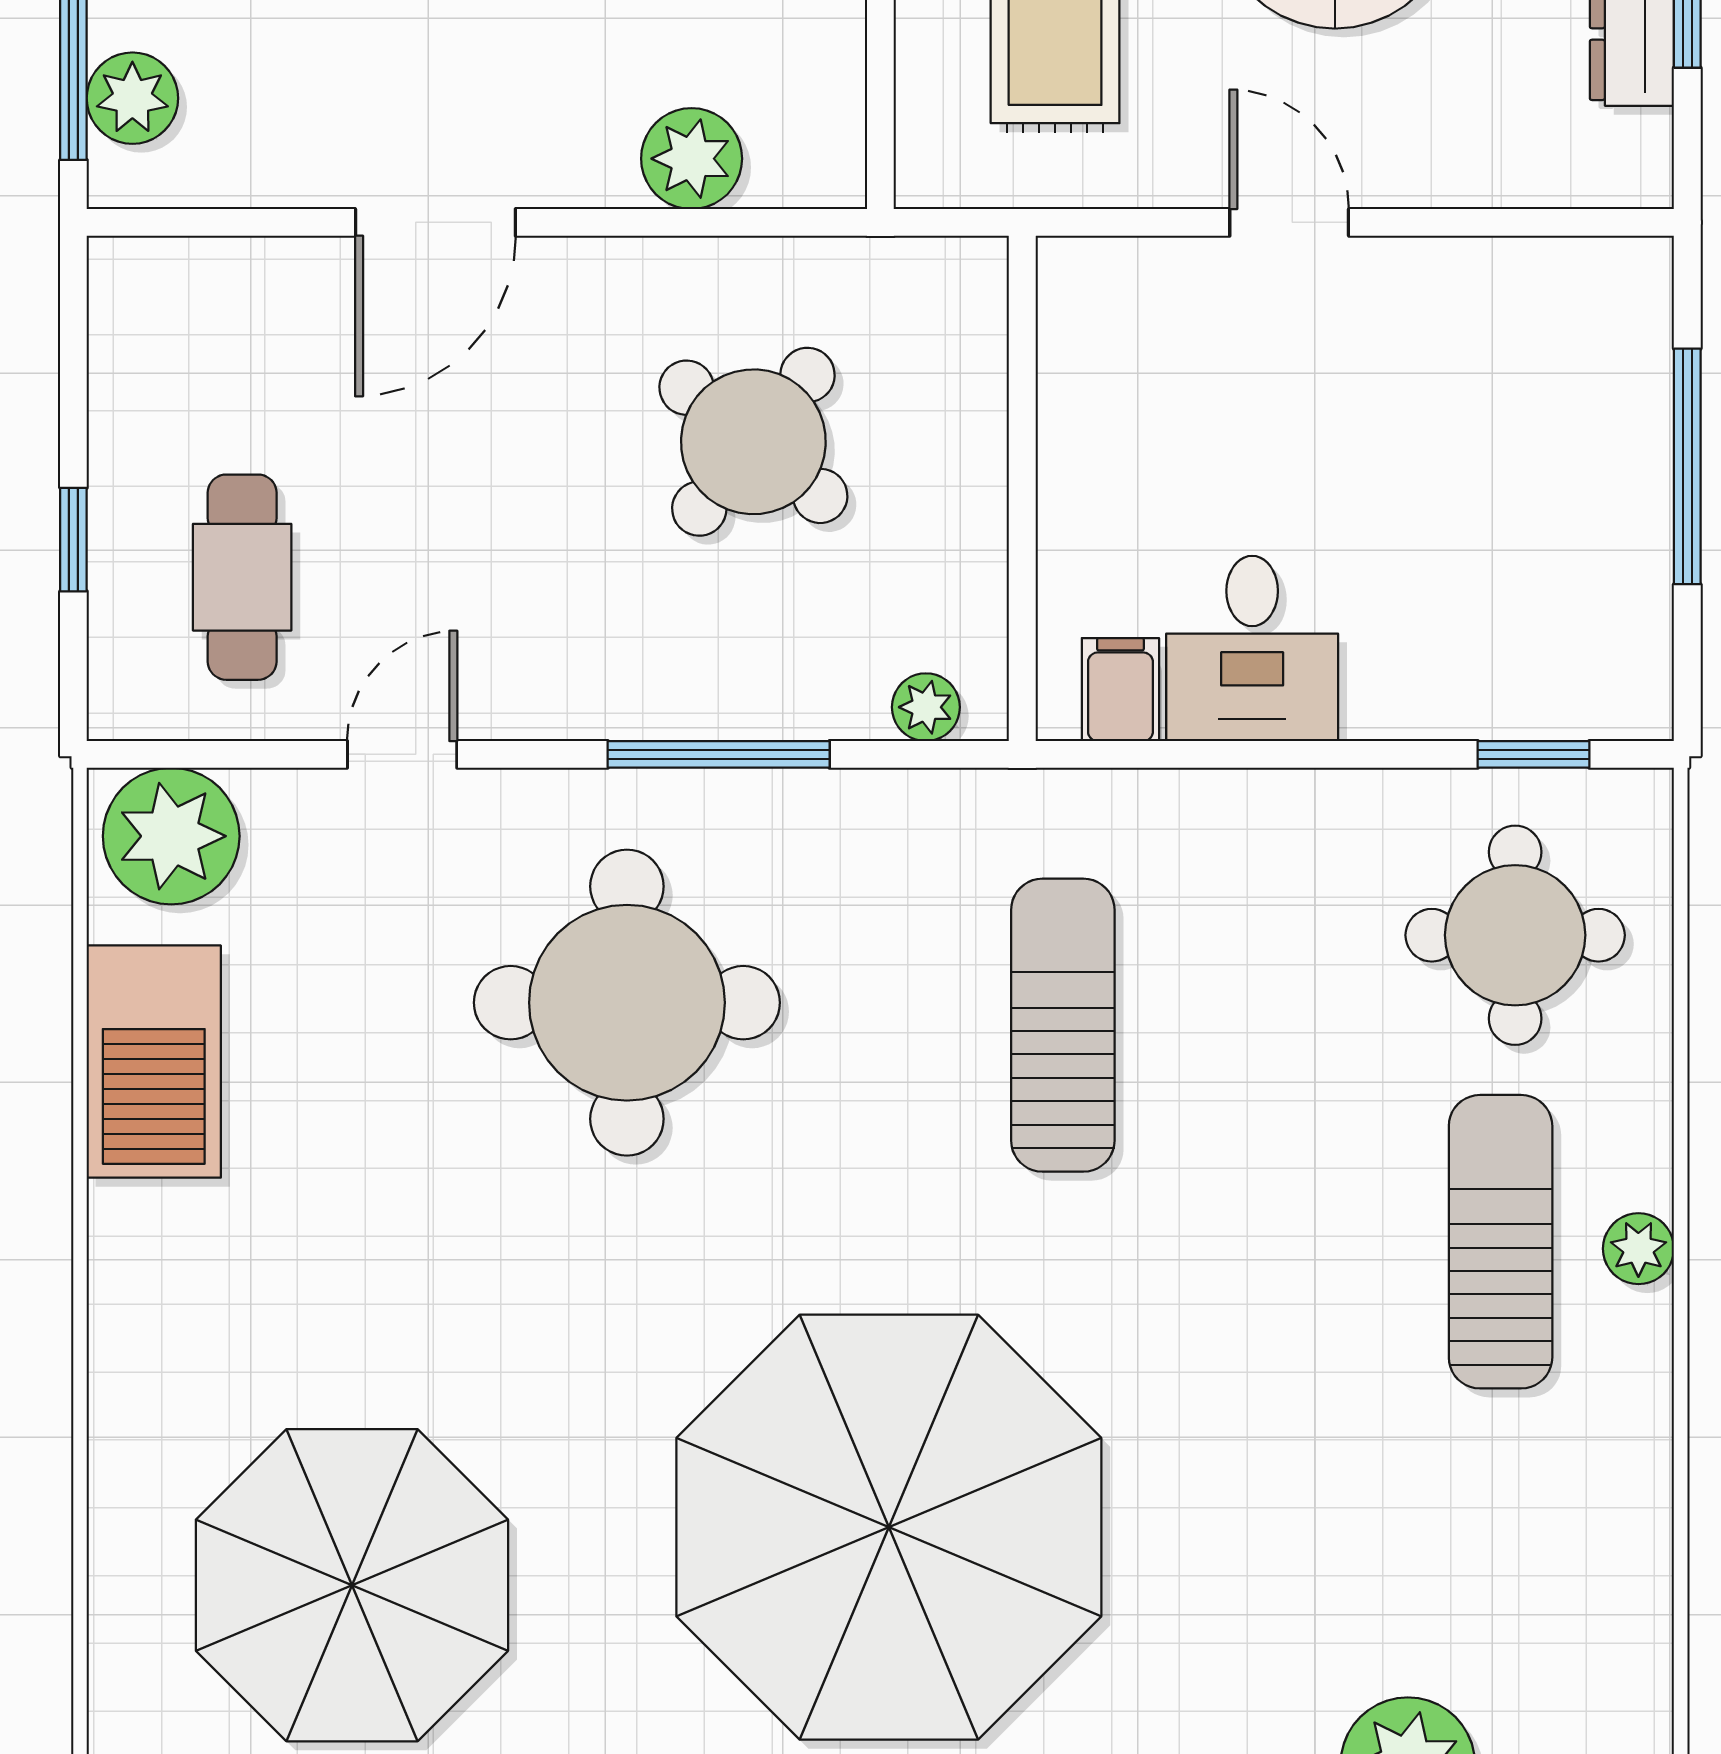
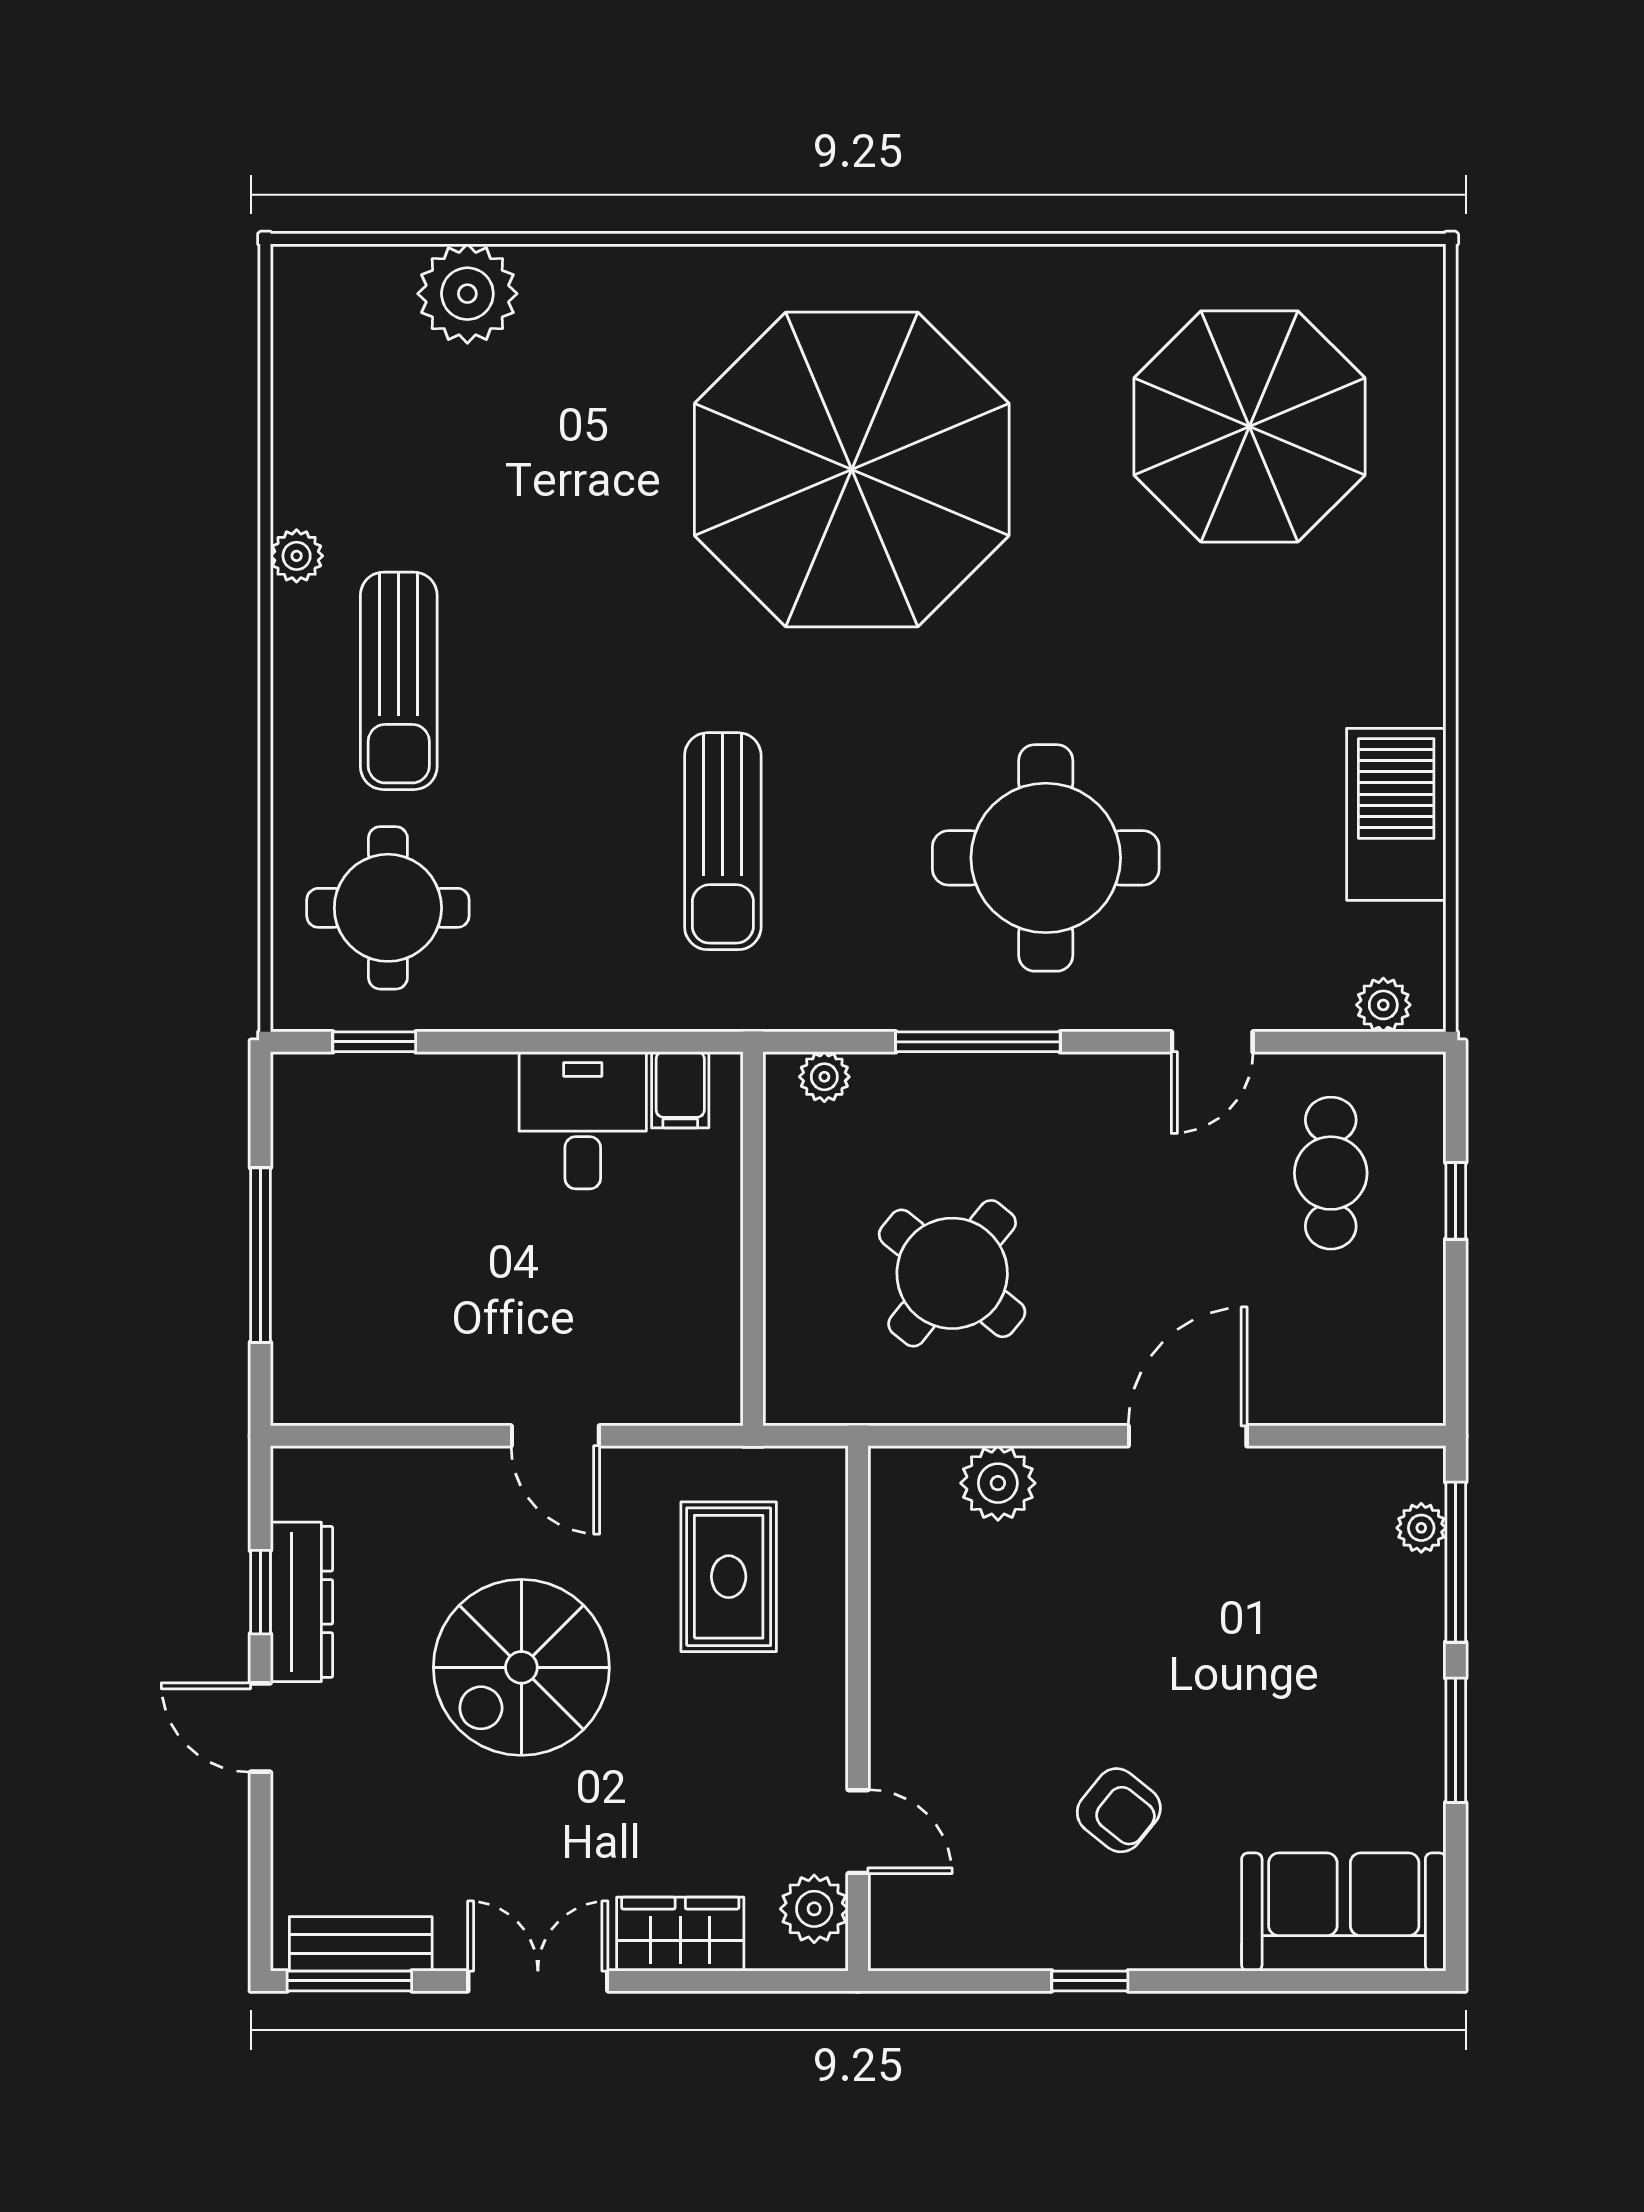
plant: (132, 98) -> (1421, 1528), width x0.73, depth x0.73
plant: (171, 836) -> (1383, 1005), width x0.53, depth x0.53
plant: (1638, 1249) -> (297, 556), moved

